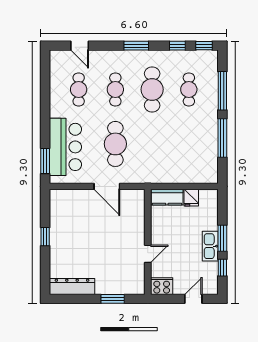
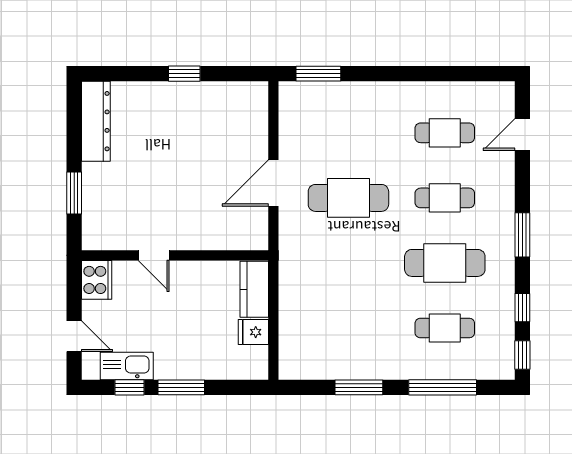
window: (222, 138) -> (359, 387), width x0.69
bar counter: (65, 147) -> (343, 109), removed
kitchen sink: (210, 246) -> (127, 366), moved

